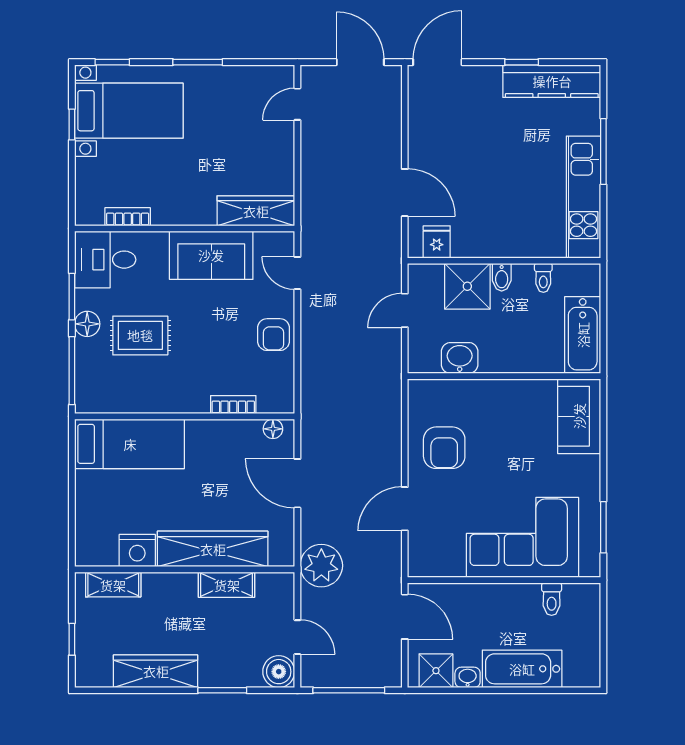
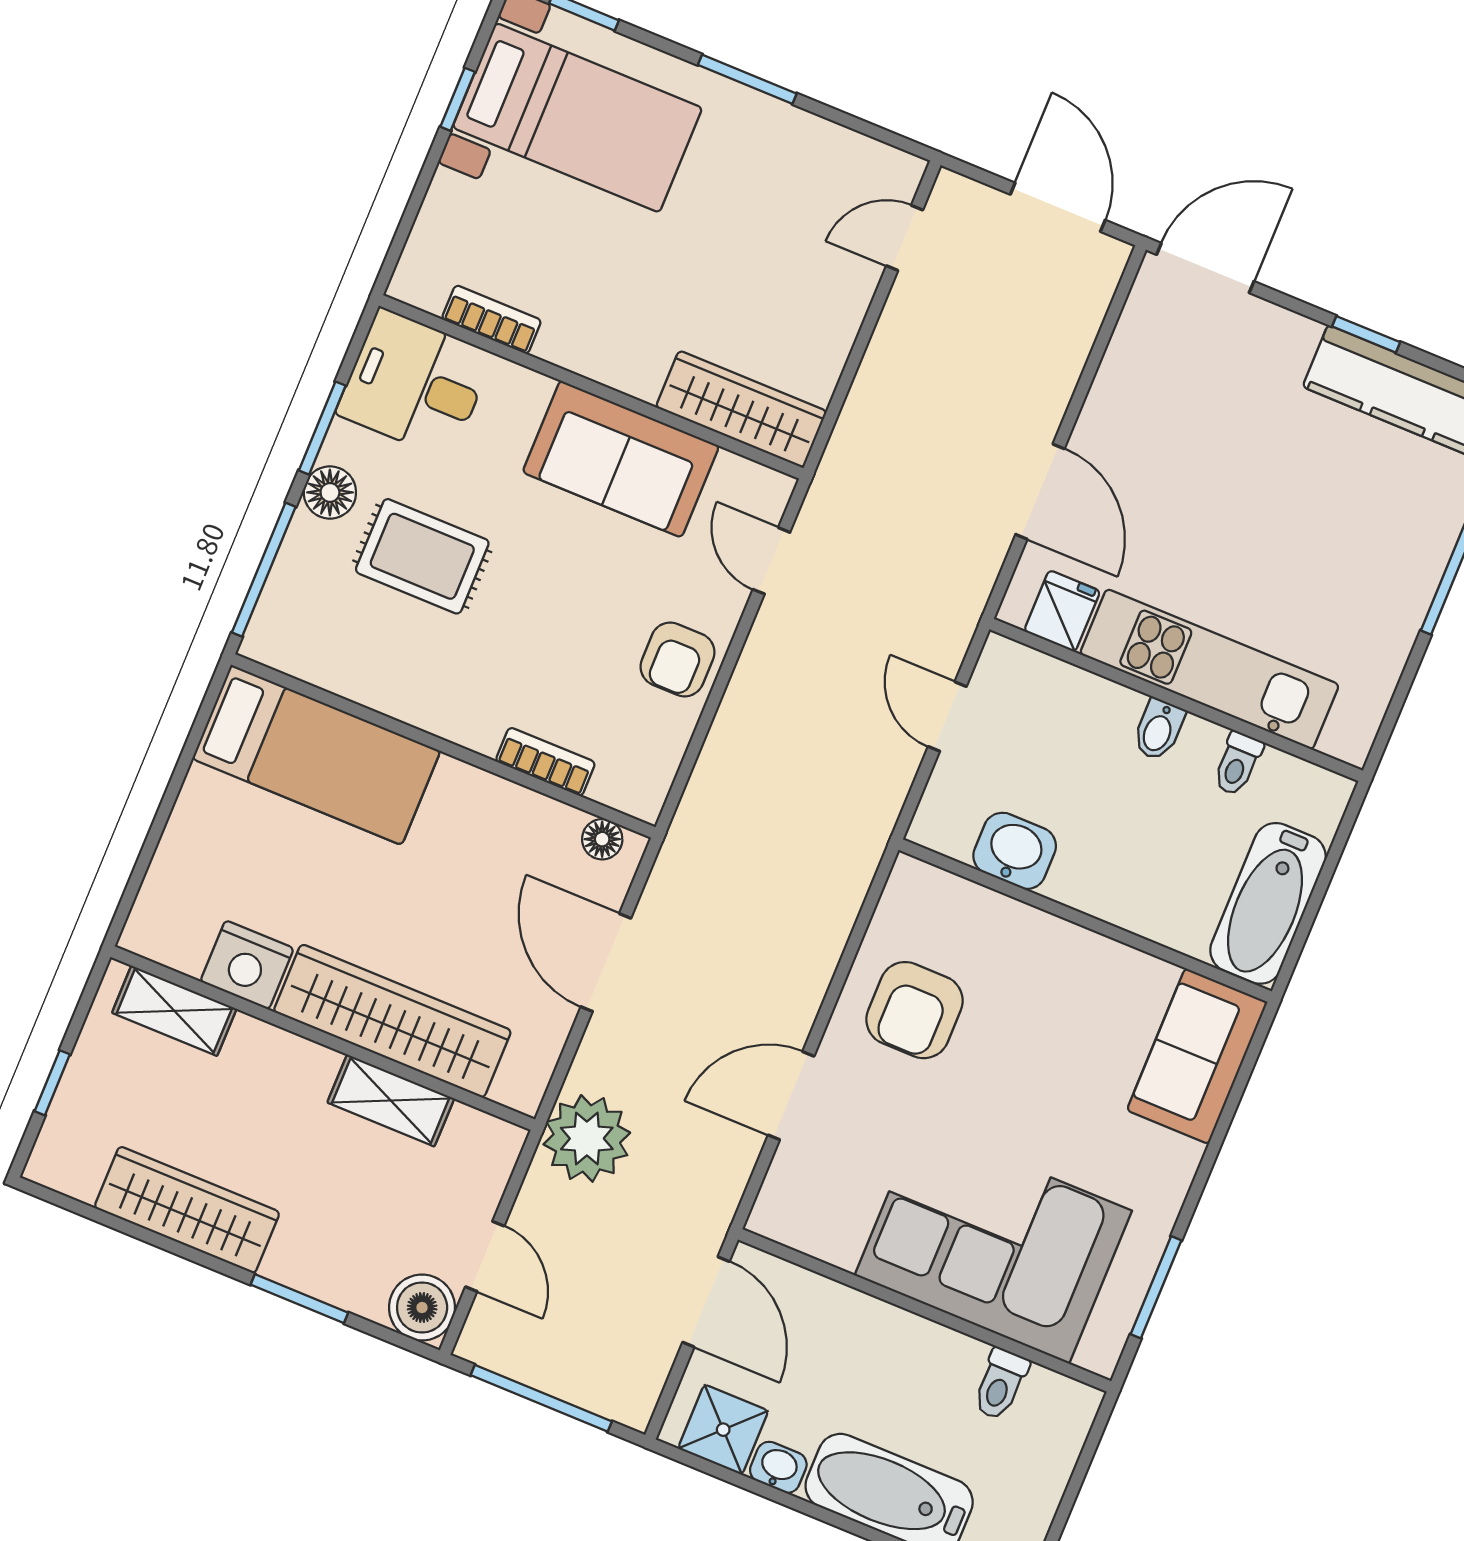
kitchen unit: (583, 197) -> (1209, 669), moved, turned 90
shower: (467, 286) -> (1086, 720), removed
door: (405, 310) -> (947, 717), hinge flipped

